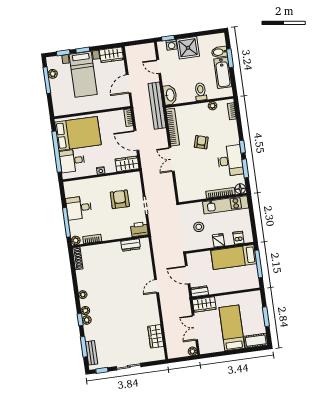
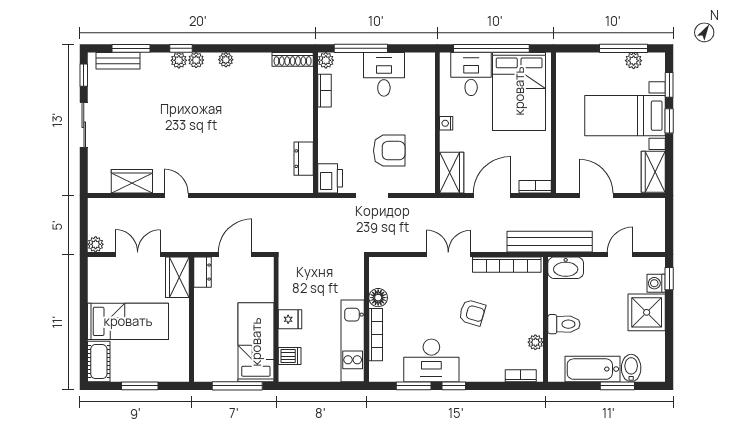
floor lamp: (240, 189) -> (378, 298), moved
stool: (199, 227) -> (319, 287), removed
door: (157, 286) -> (176, 196), moved

